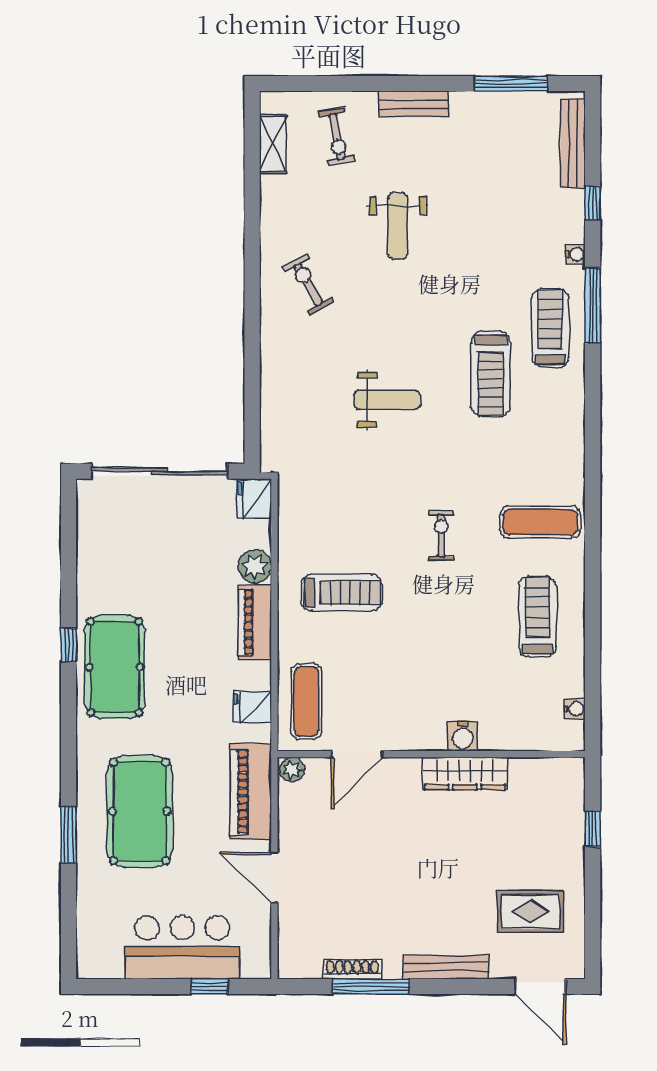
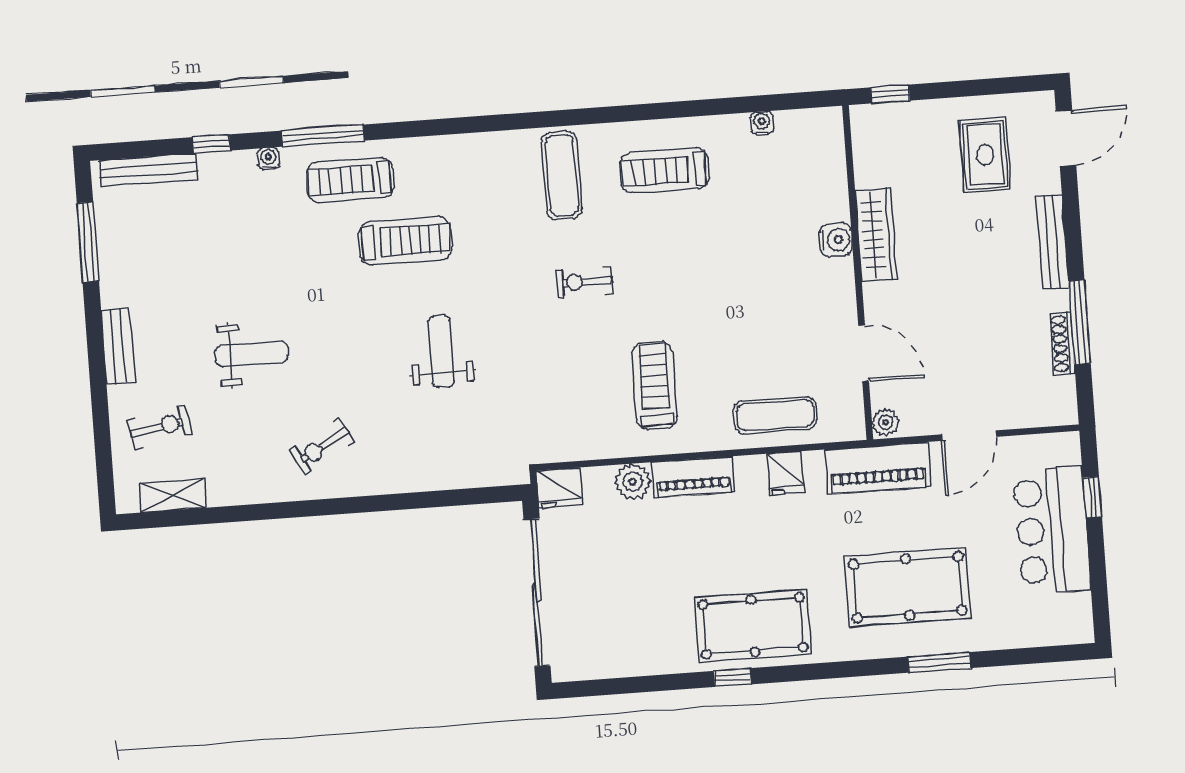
water cooler: (463, 736) -> (836, 240), moved
door: (357, 754) -> (864, 353), moved
wall: (431, 754) -> (858, 272), moved
plant: (292, 769) -> (885, 422), moved
wardrobe: (465, 773) -> (876, 235), moved

